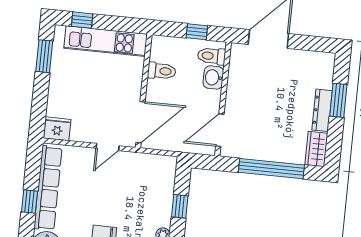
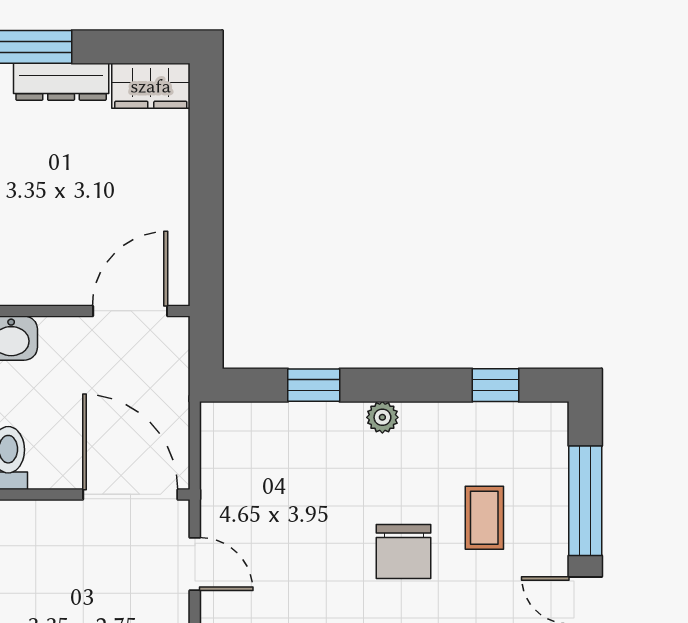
door: (220, 130) -> (130, 311), swing flipped
window: (271, 169) -> (206, 184), removed

